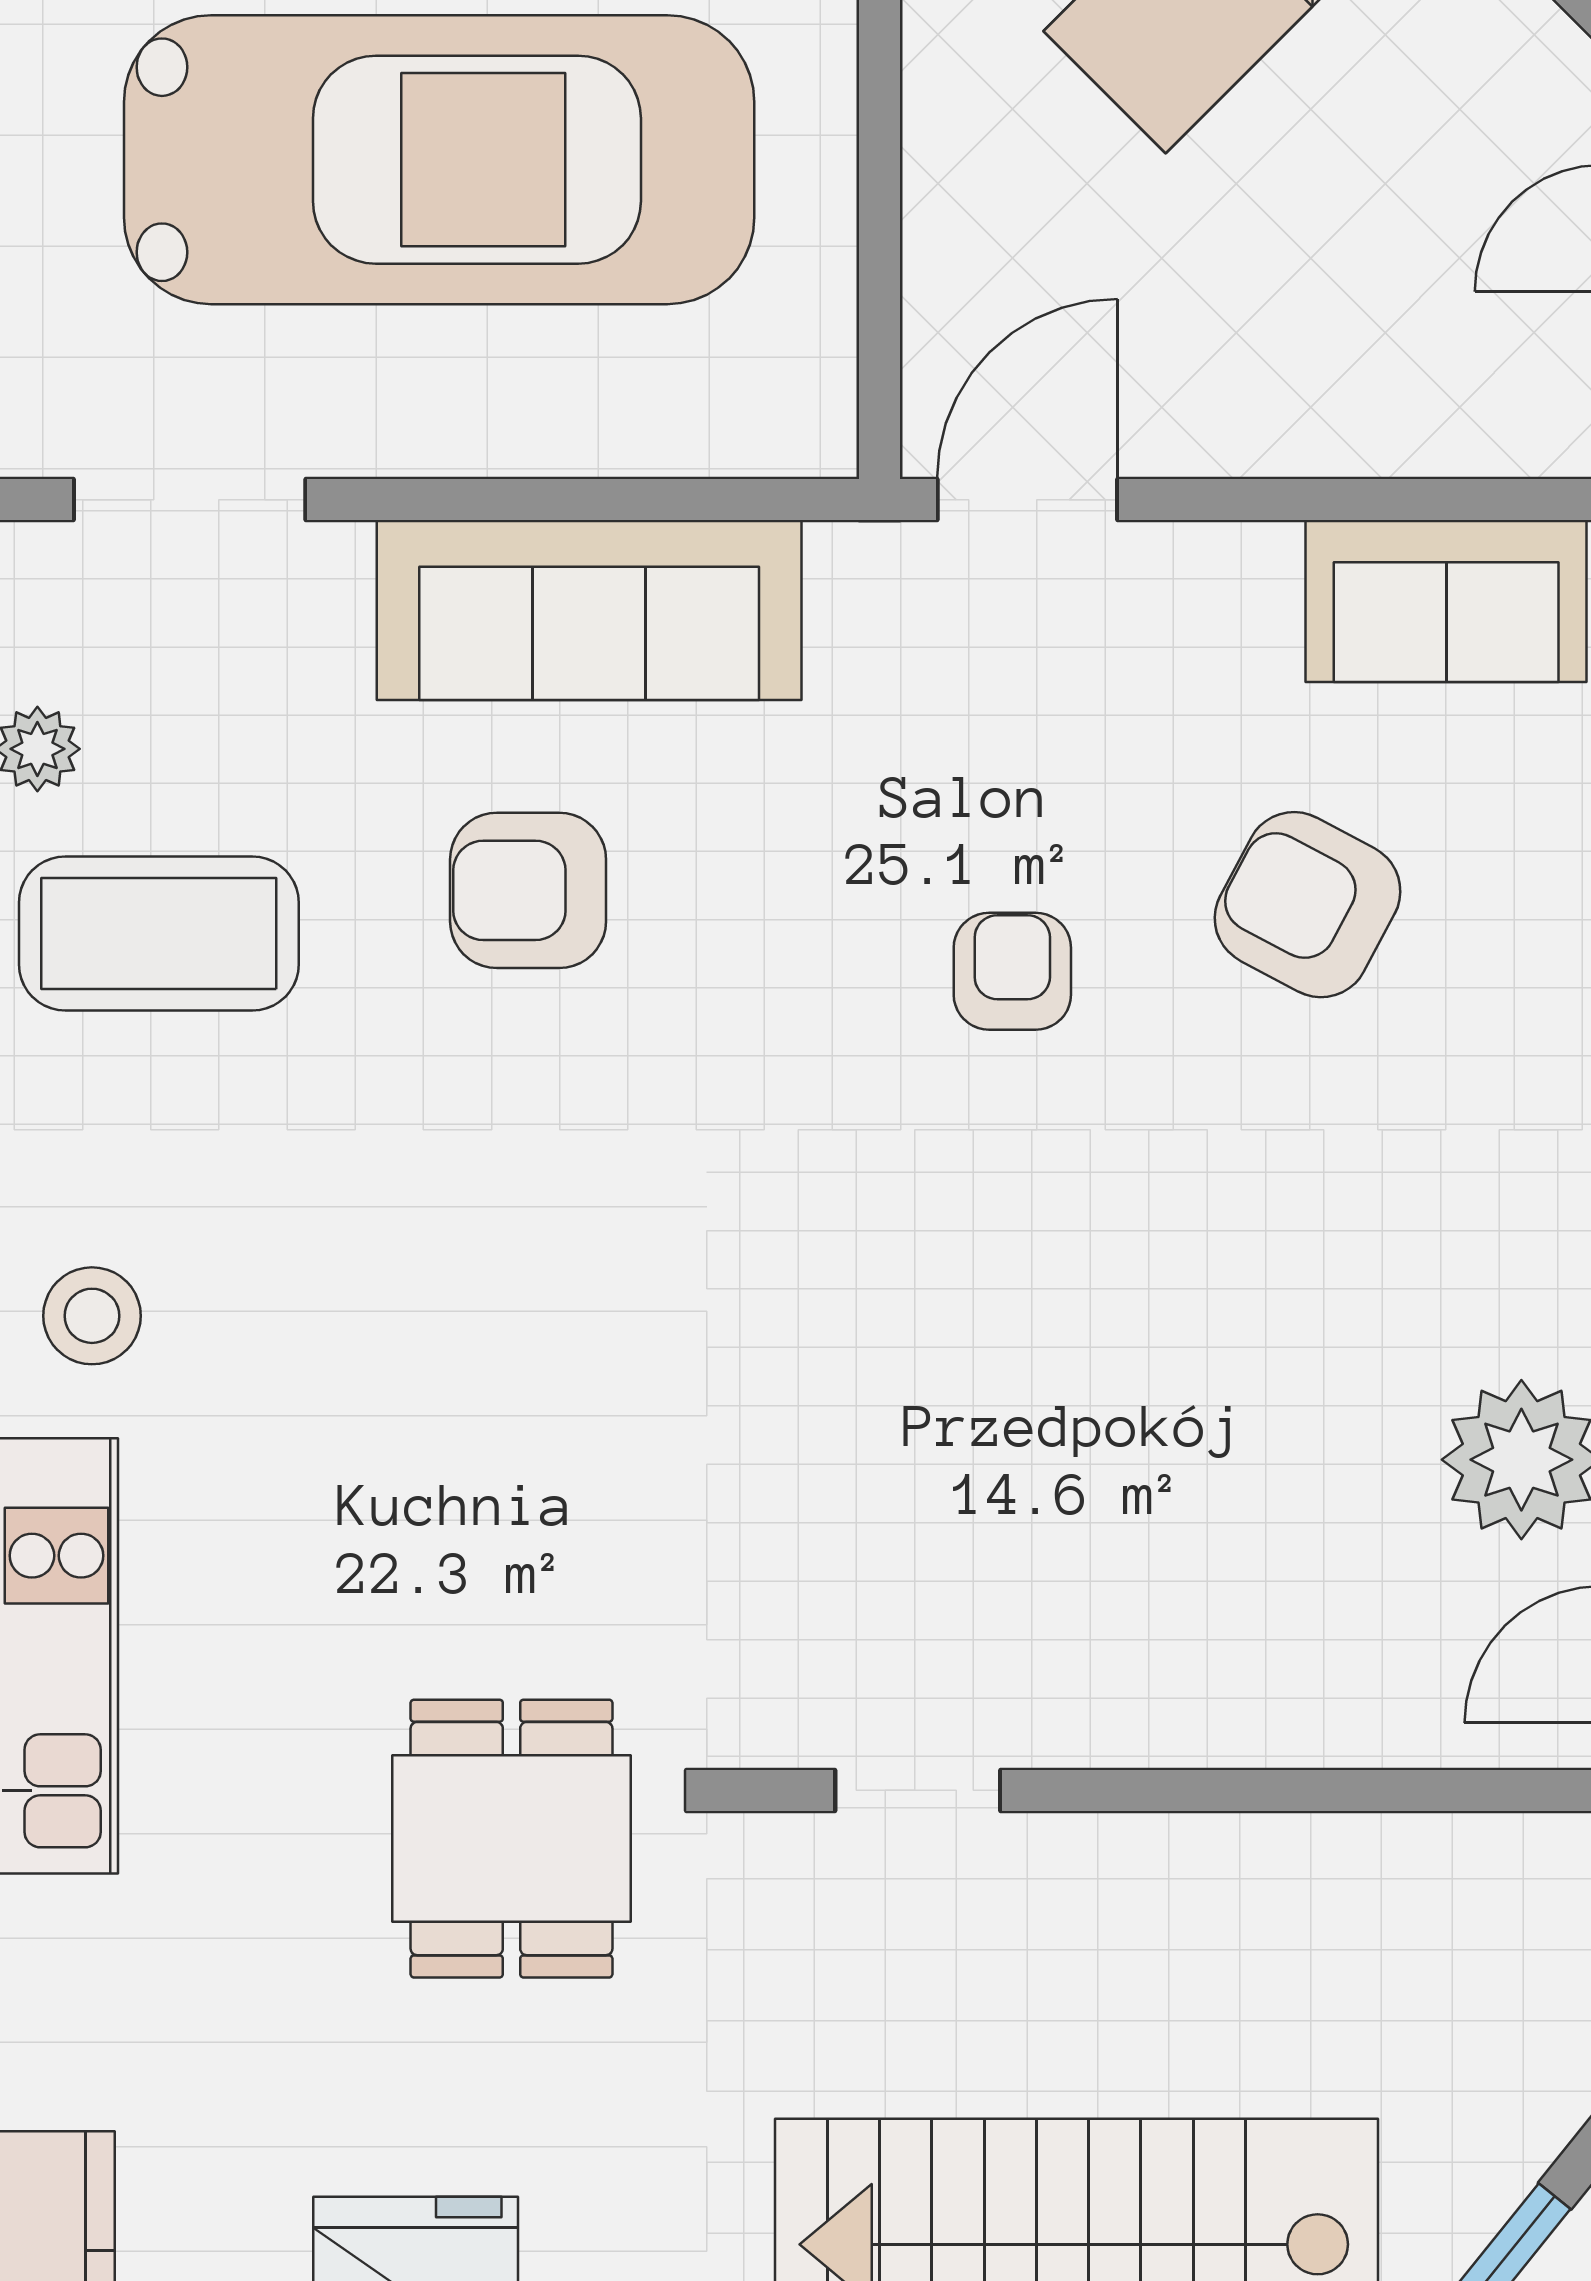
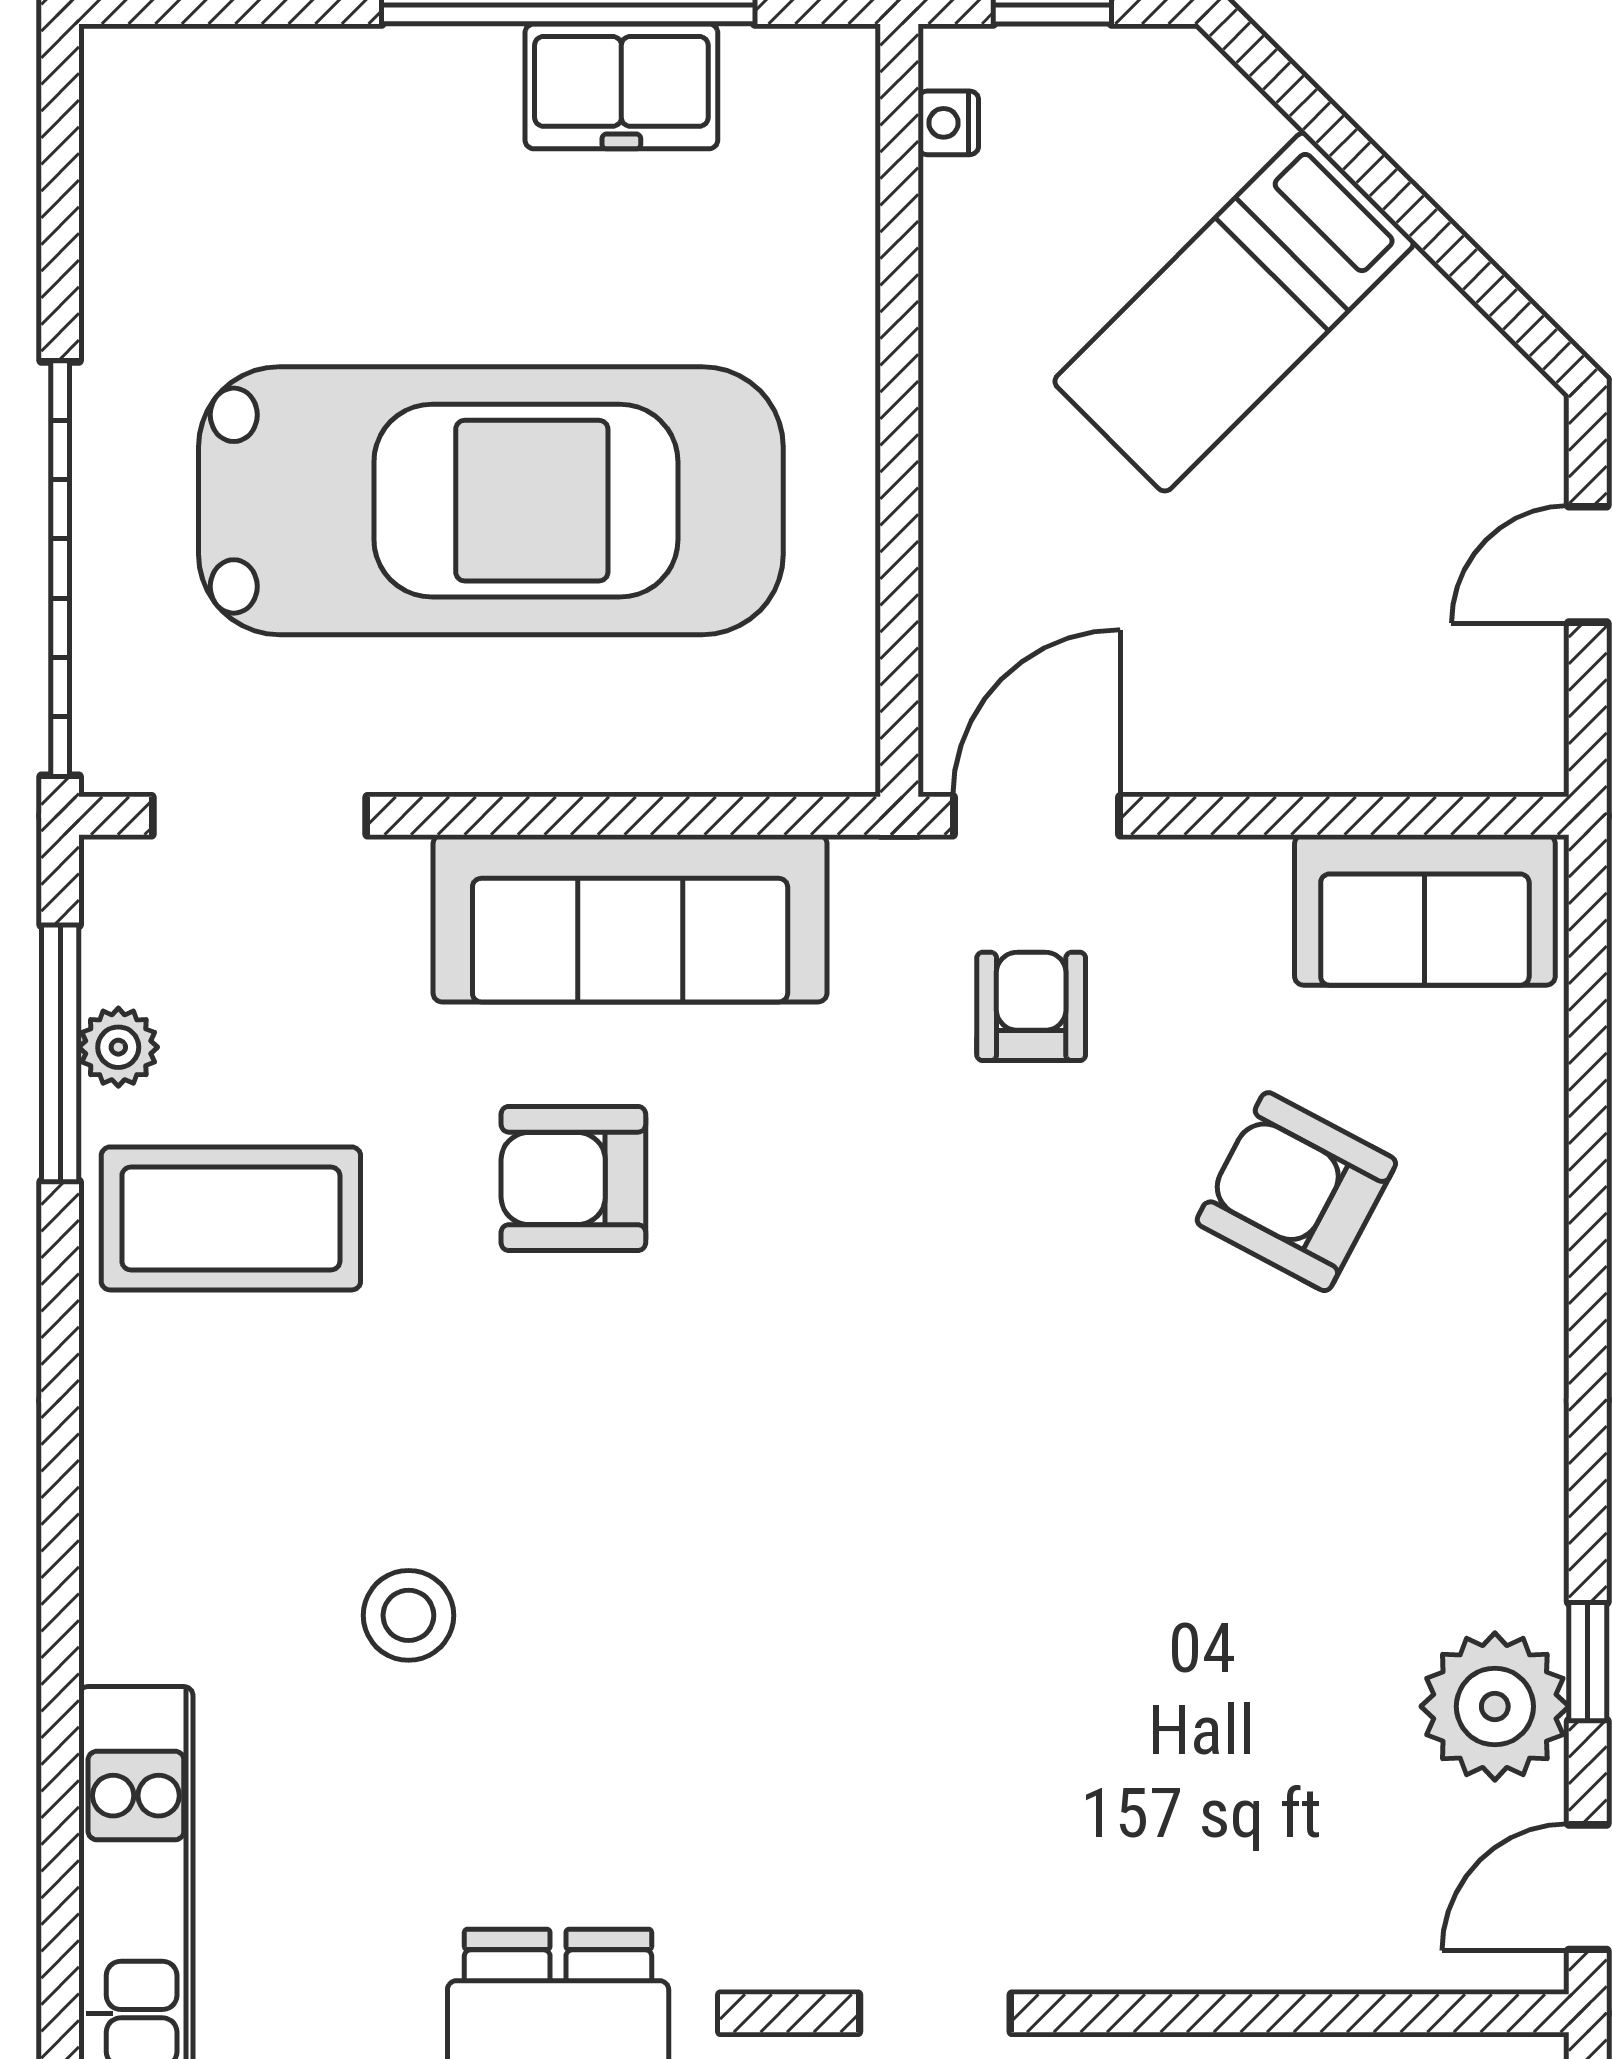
armchair: (1012, 971) -> (1031, 1006), moved
stool: (92, 1316) -> (408, 1615), moved

